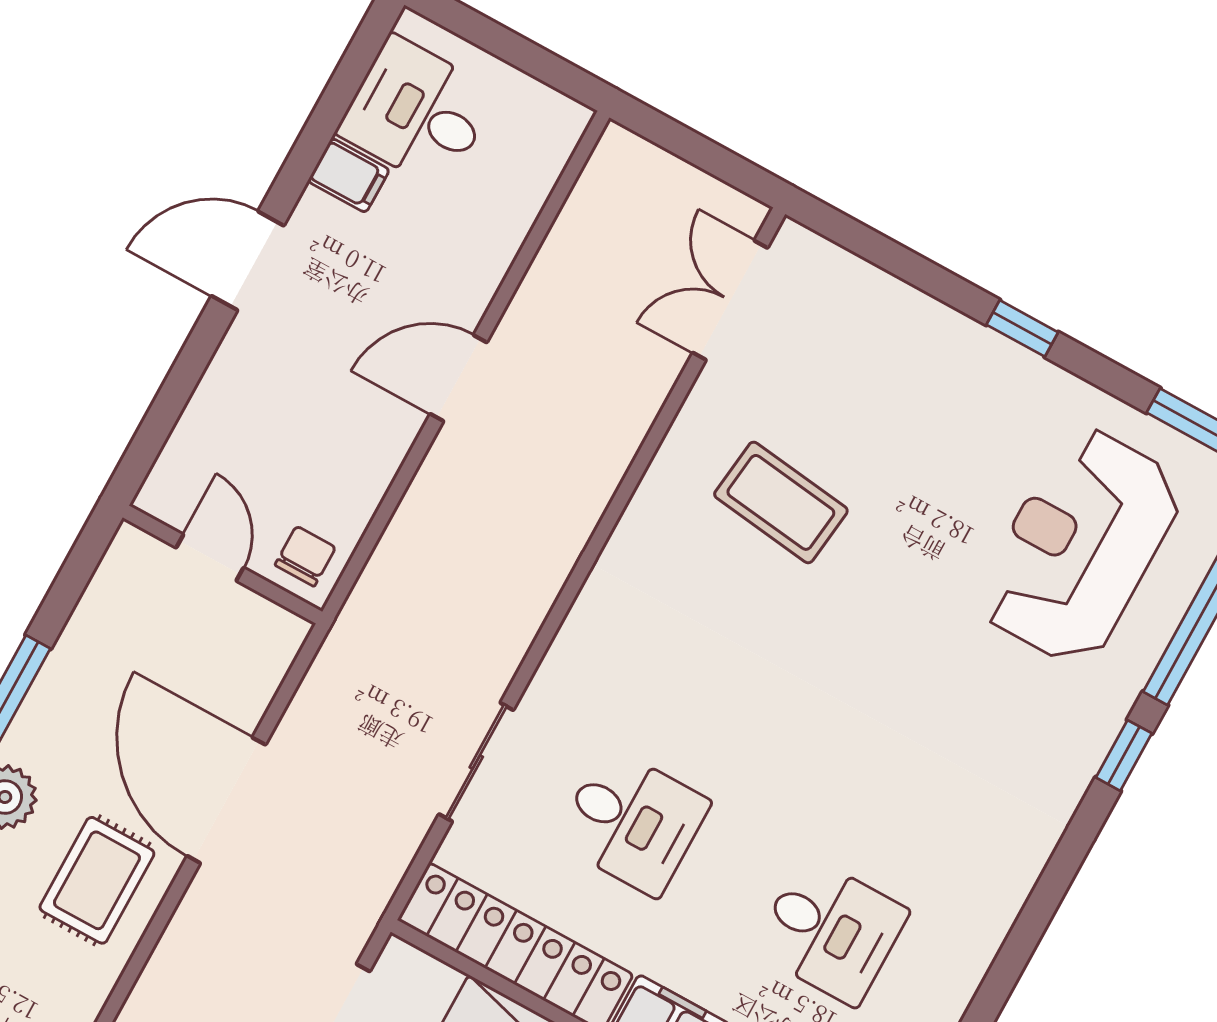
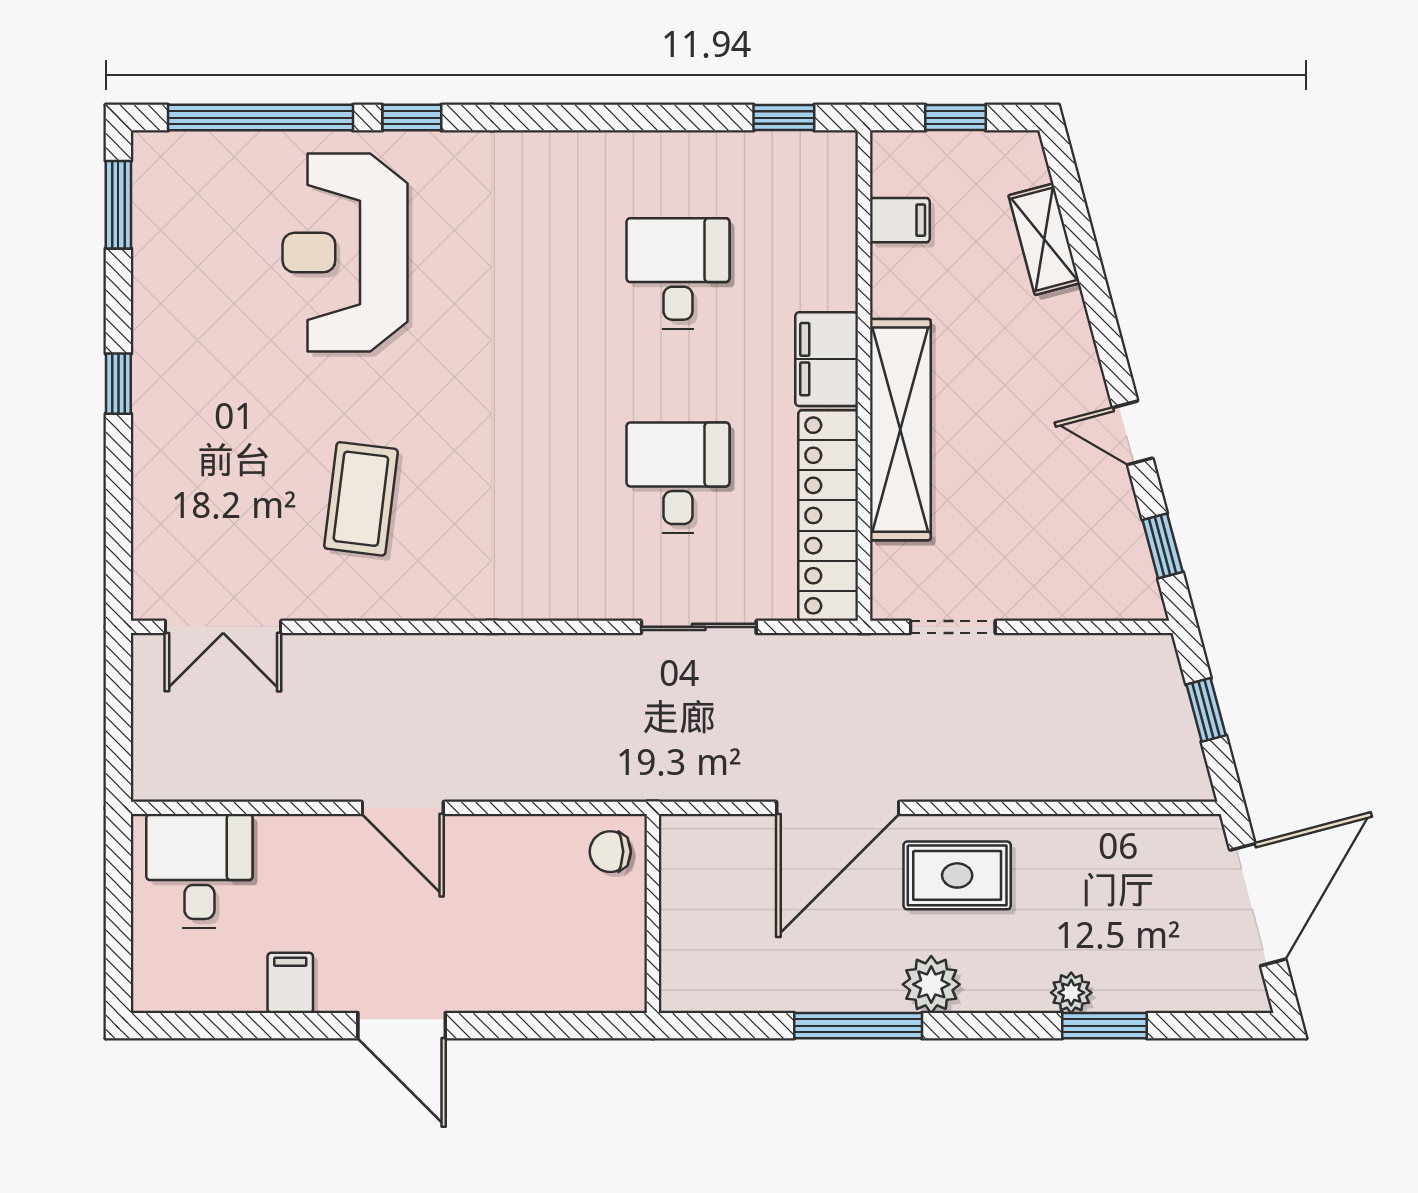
desk: (417, 112) -> (199, 871), moved, turned 180
reception desk: (1080, 546) -> (345, 253), moved, turned 90
door: (210, 558) -> (653, 926), removed

